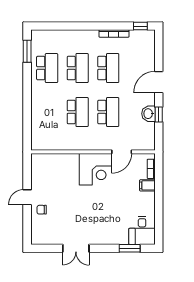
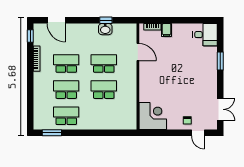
door: (159, 82) -> (56, 20), moved
corner desk: (95, 169) -> (153, 116), moved
door: (27, 197) -> (198, 133), moved
double door: (76, 248) -> (220, 109), moved
window: (130, 248) -> (220, 61), moved

